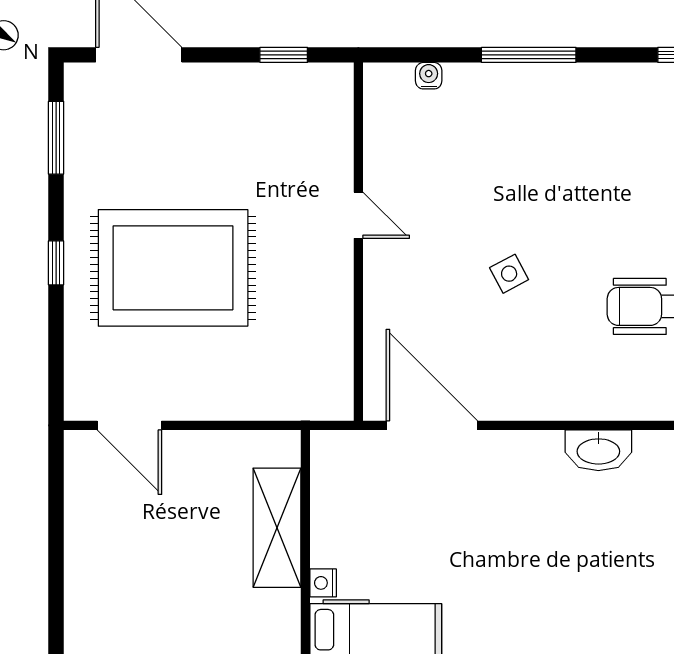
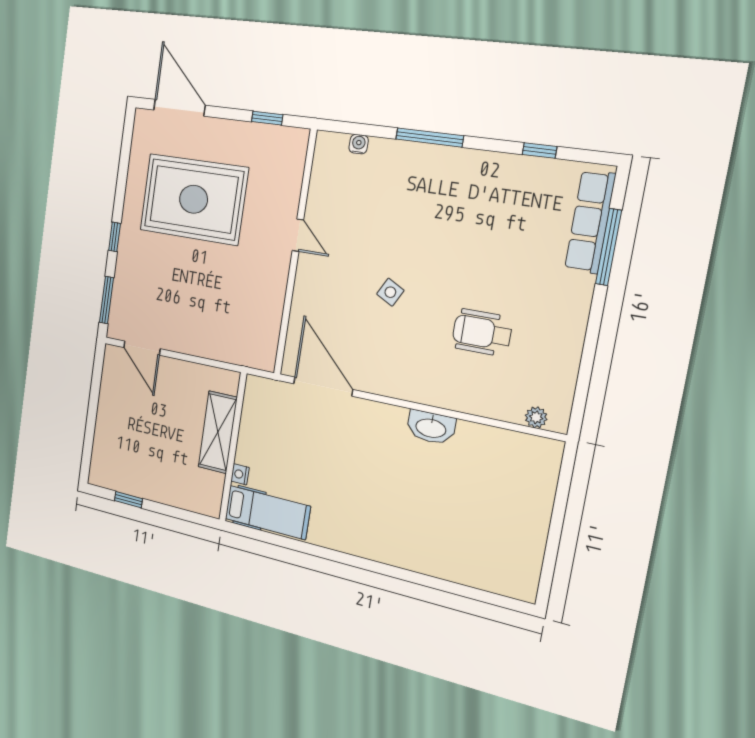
window: (56, 138) -> (106, 300), moved
rug: (173, 268) -> (194, 199), moved
side table: (509, 274) -> (390, 292), turned -34

